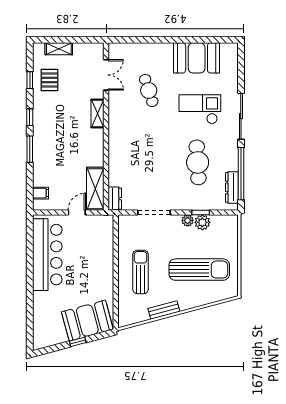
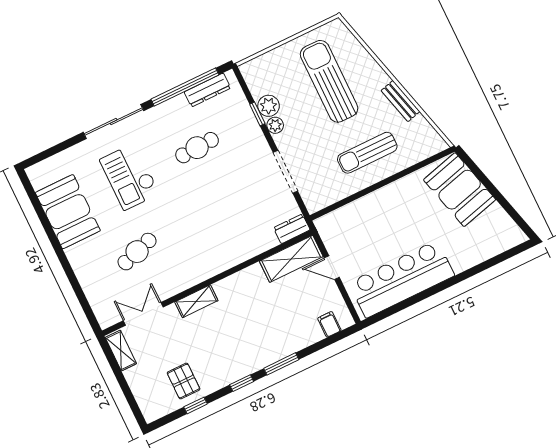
shelving: (59, 49) -> (121, 351), moved
pallet: (49, 80) -> (184, 381), turned 90
cafe table: (198, 162) -> (197, 148), width x0.73, depth x0.74
window: (78, 342) -> (492, 189), removed

